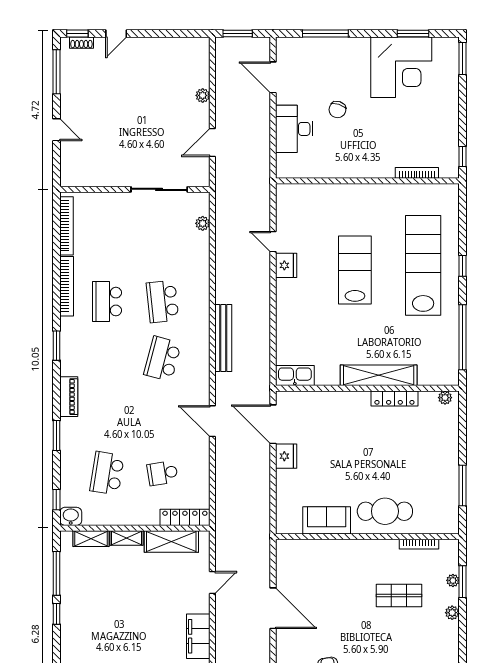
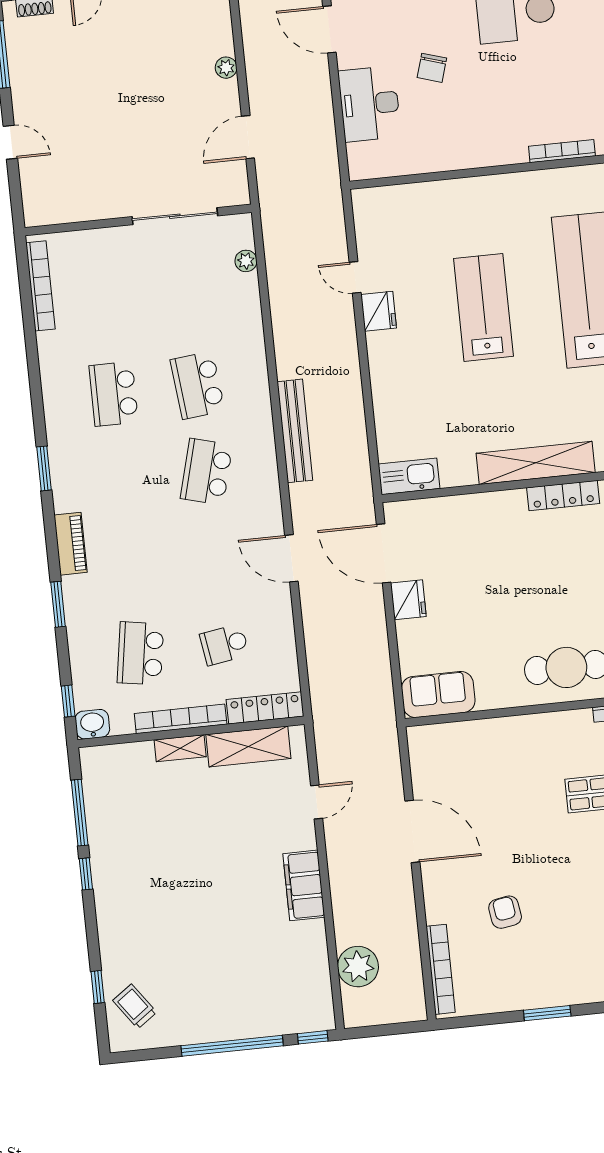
bookcase: (67, 286) -> (181, 719), moved, turned -90
sofa: (327, 520) -> (438, 695), moved
shelving: (91, 539) -> (126, 755), removed

